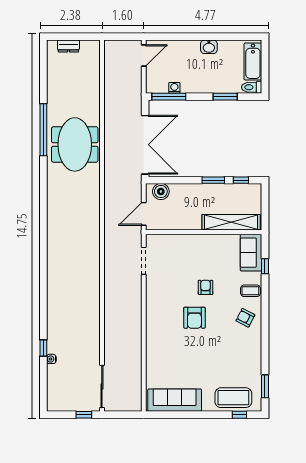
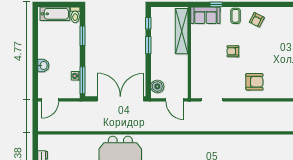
washbasin: (209, 47) -> (43, 65), moved
door: (144, 55) -> (50, 100), swing flipped
armchair: (194, 318) -> (254, 82), moved

